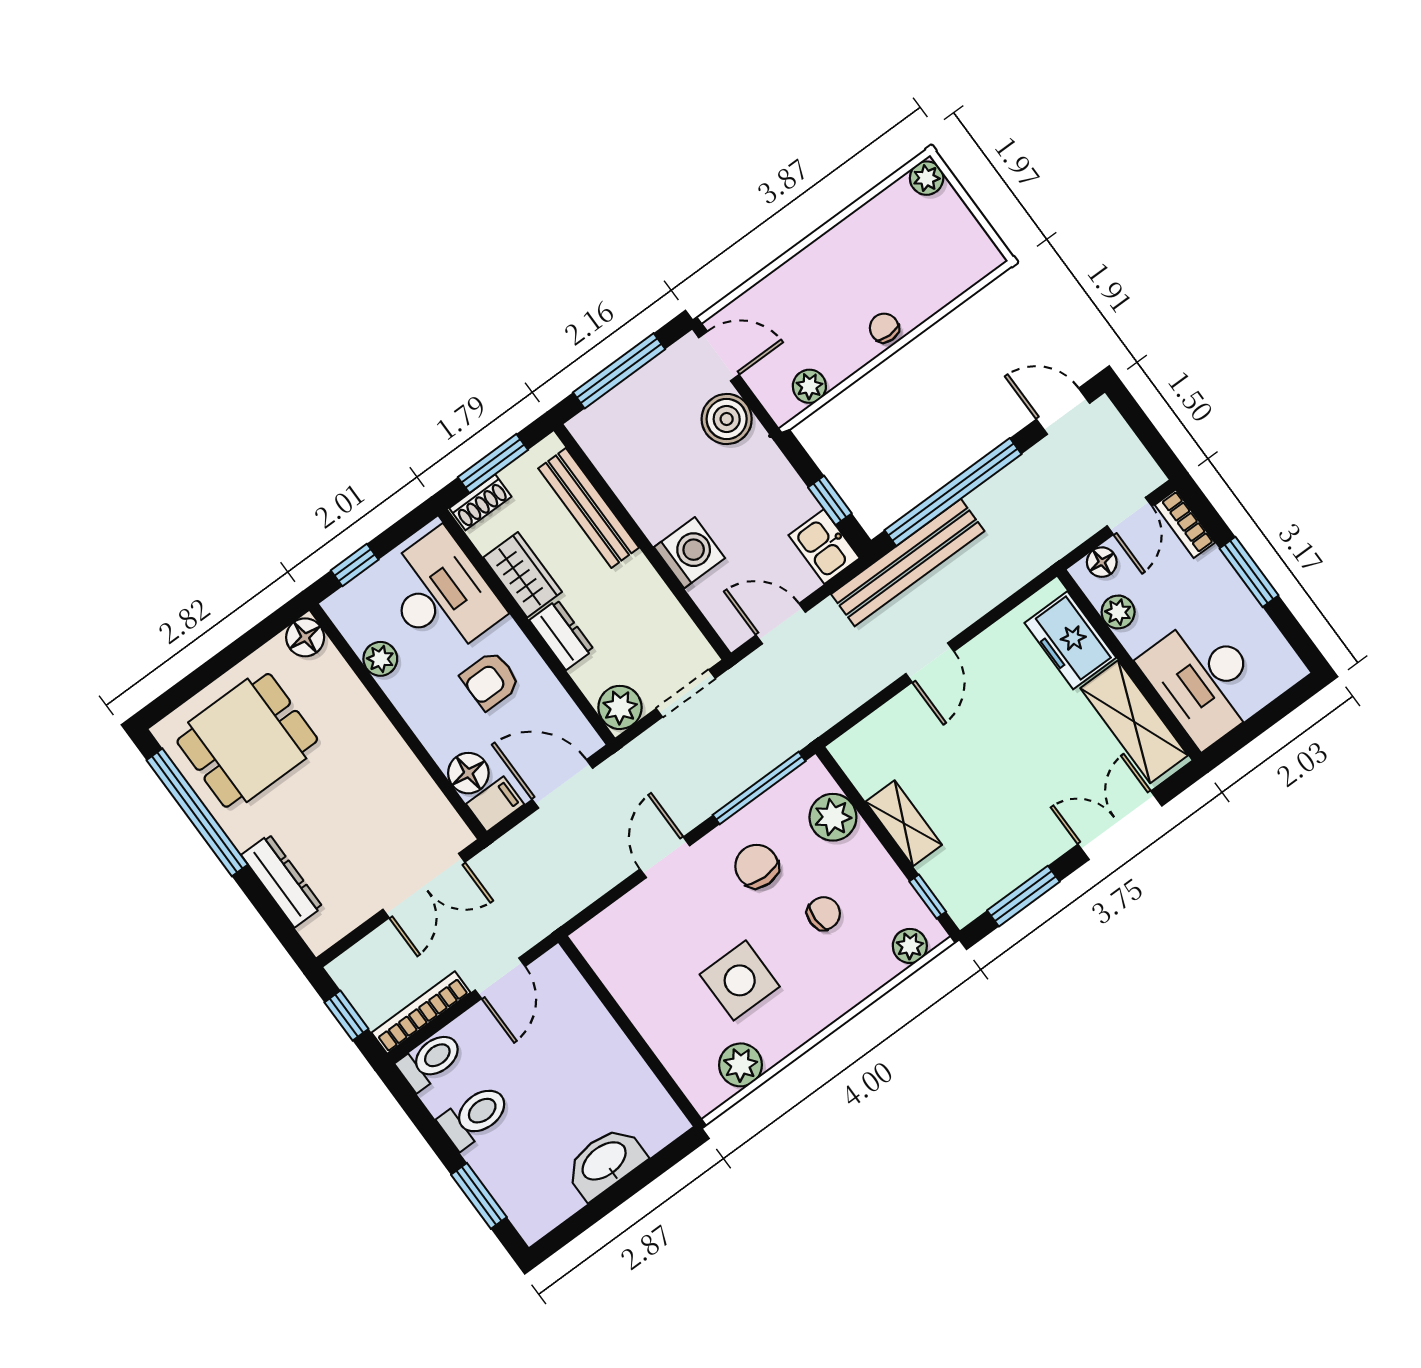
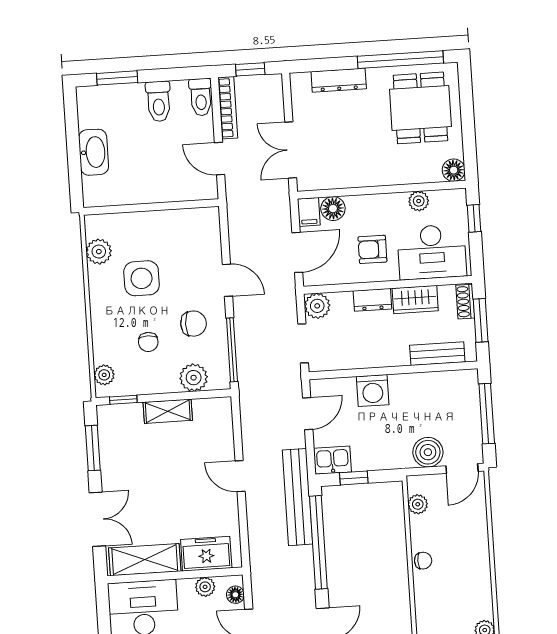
bench: (589, 508) -> (437, 354), width x0.73
armchair: (490, 680) -> (372, 249), turned -90

